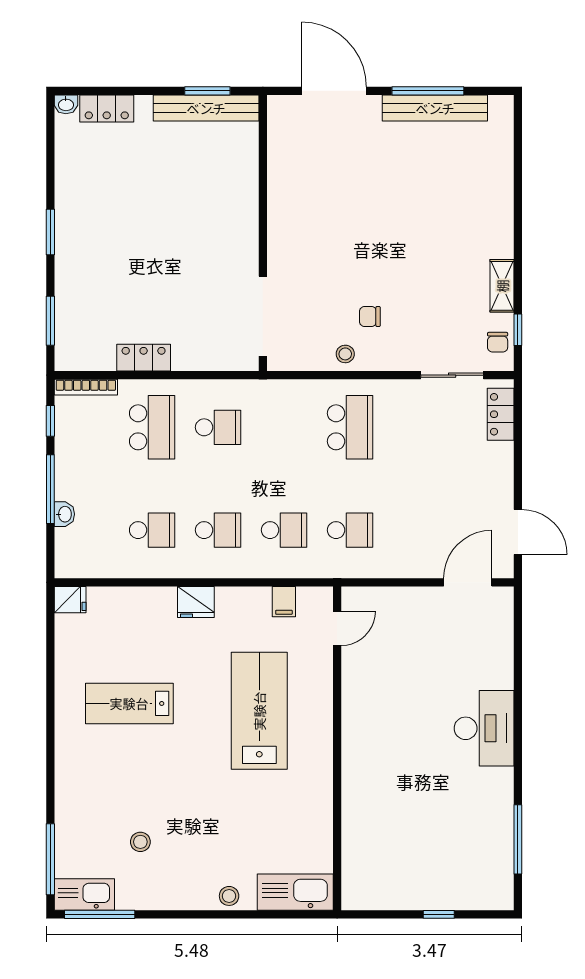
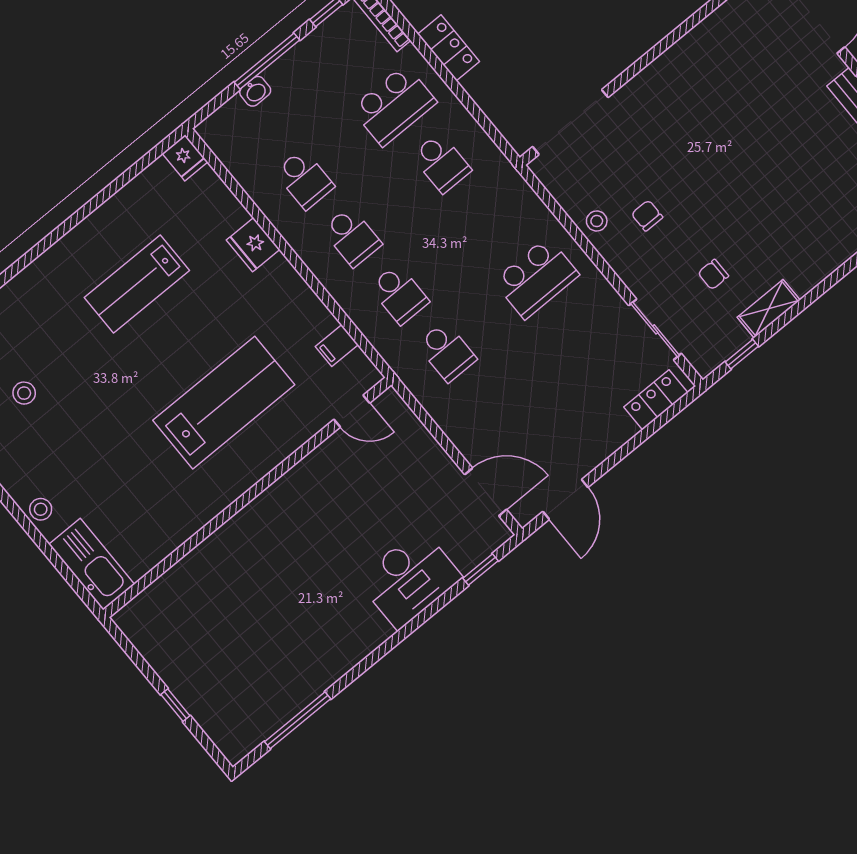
chair: (498, 342) -> (713, 274), moved
fridge: (196, 602) -> (253, 245), moved
window: (518, 630) -> (480, 569), added
lab bench: (129, 703) -> (137, 284), turned -90
desk: (484, 728) -> (409, 579), moved

